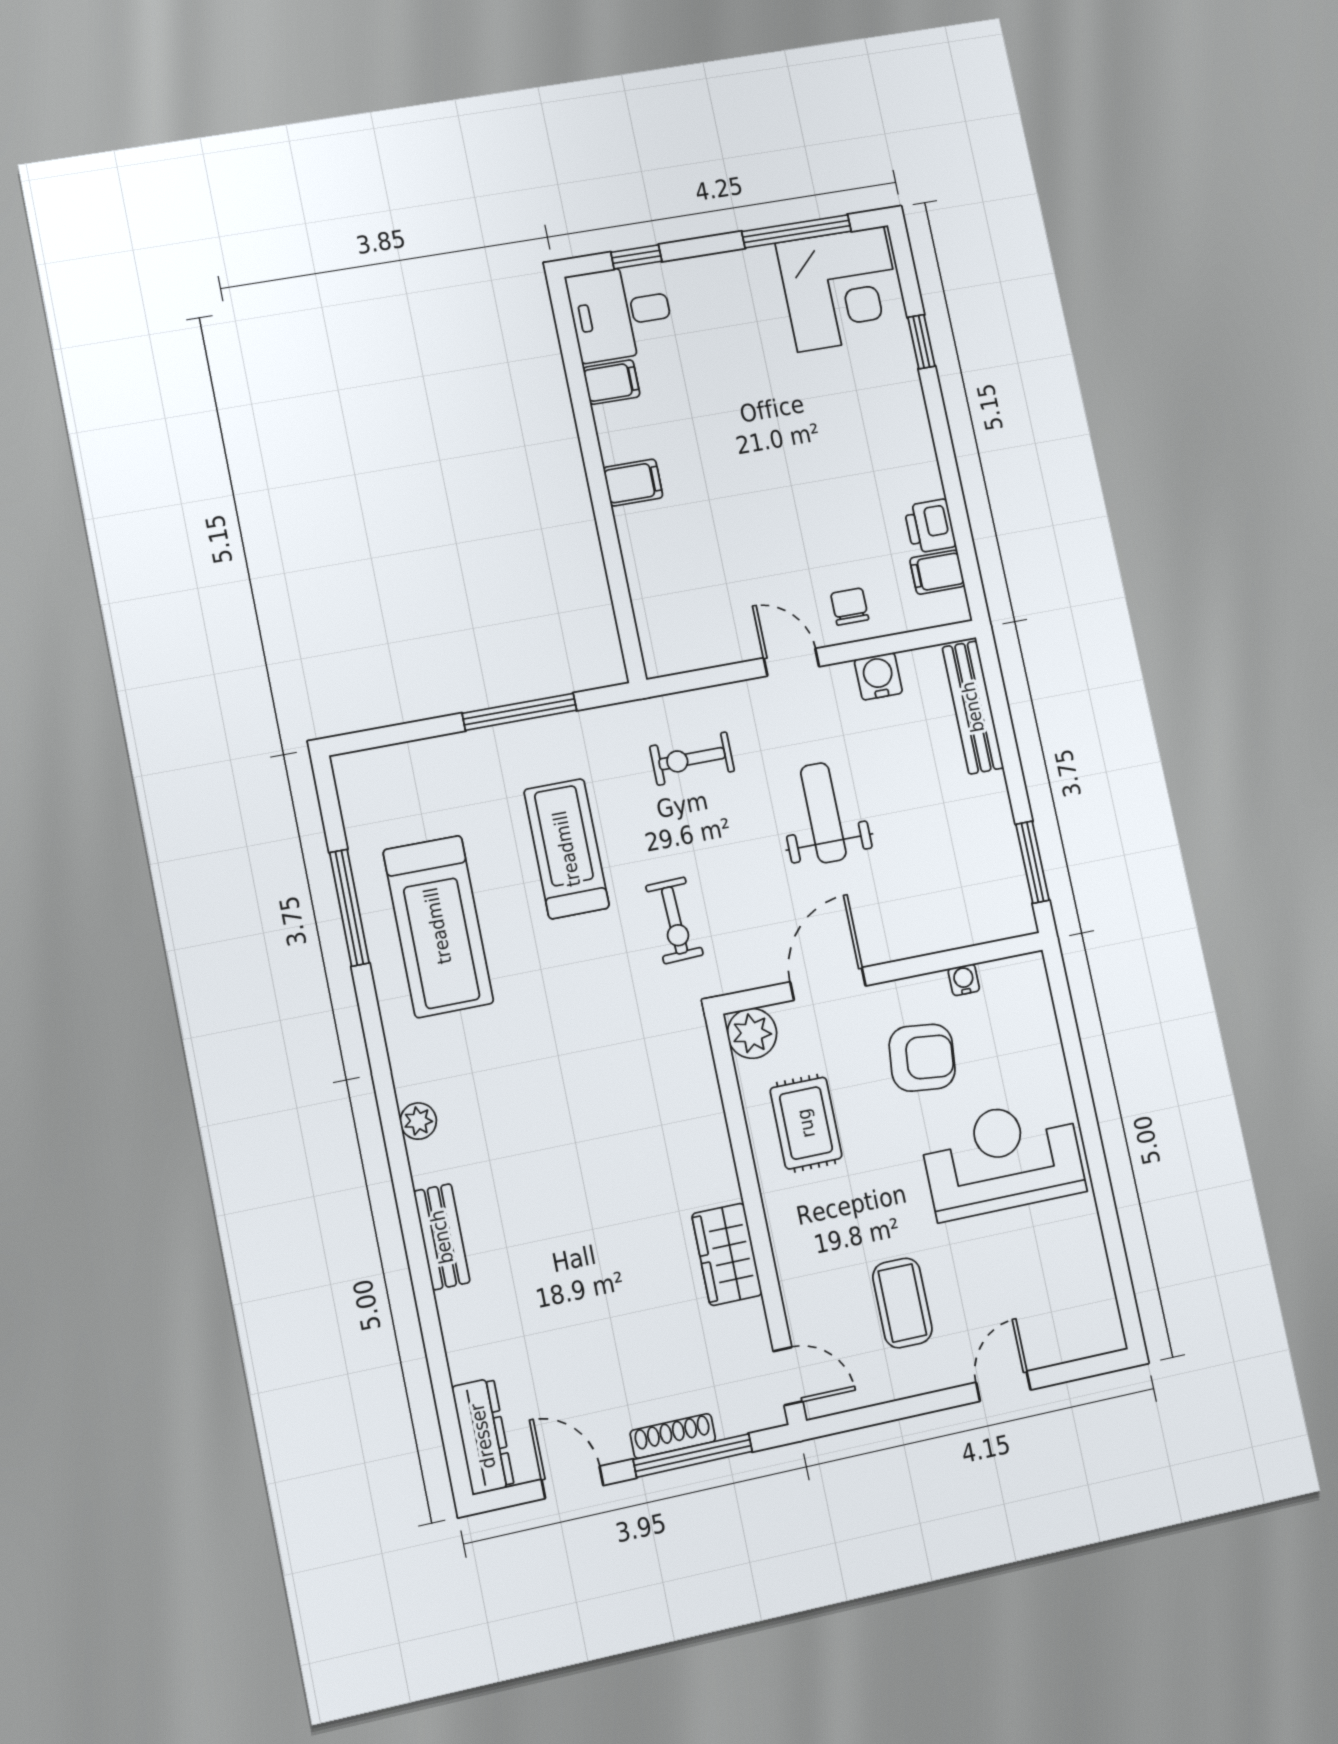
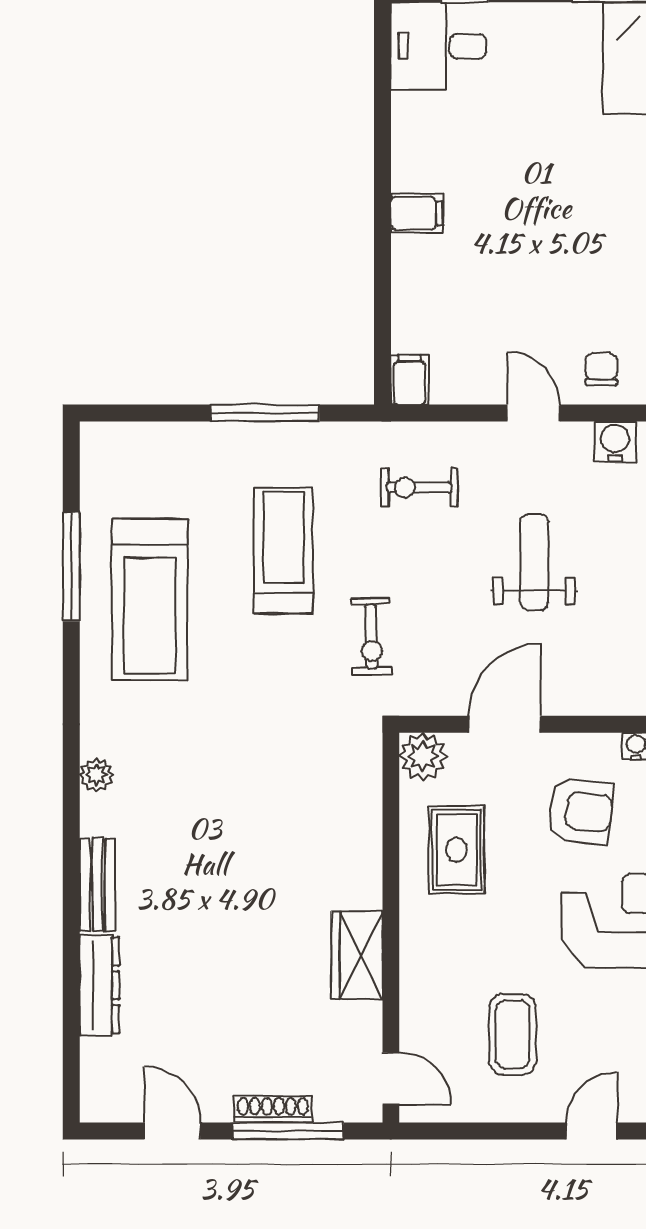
filing cabinet: (611, 382) -> (410, 380), moved, turned -90
dresser: (483, 1436) -> (99, 985), moved

